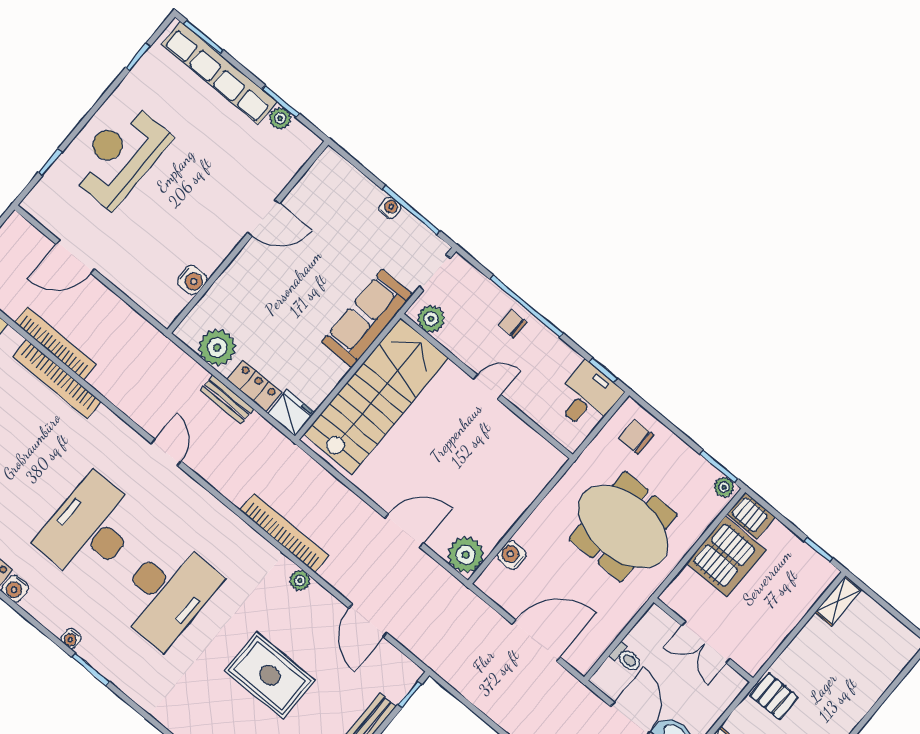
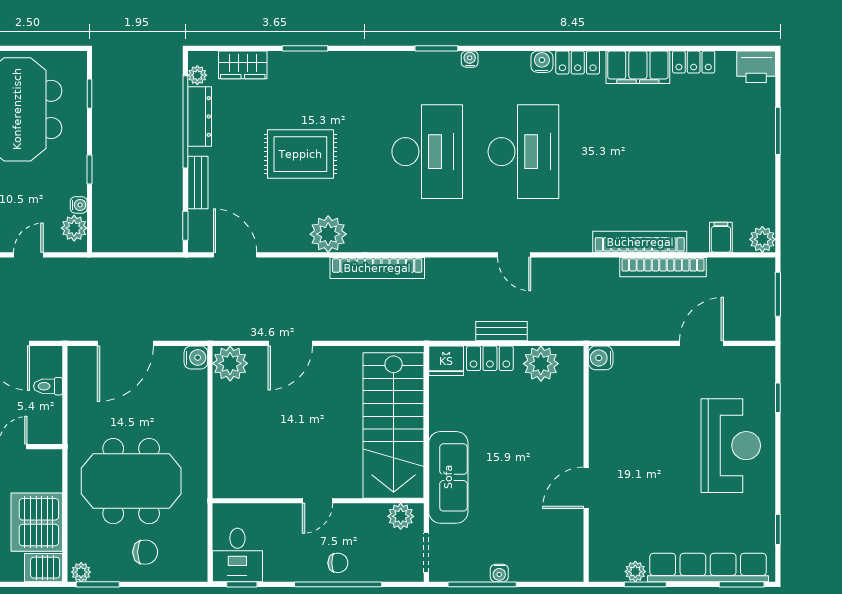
water cooler: (192, 280) -> (601, 358), moved
chair: (636, 437) -> (145, 552), moved
water cooler: (512, 555) -> (196, 358), moved
plant: (300, 580) -> (328, 234), width x1.88, depth x1.88
desk: (167, 593) -> (427, 152), turned 180
door: (368, 621) -> (235, 255), moved

